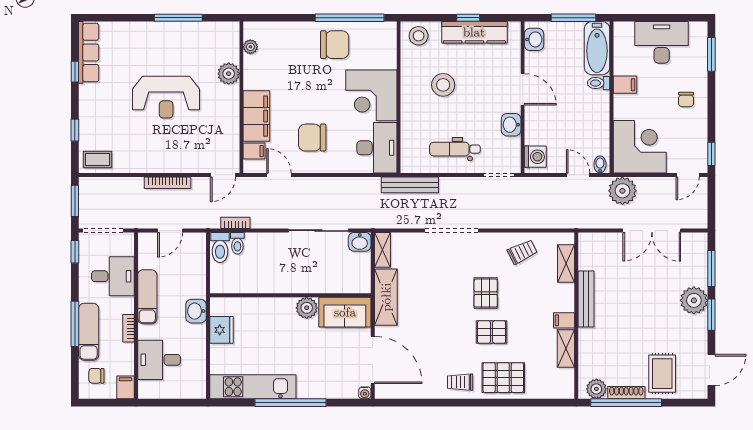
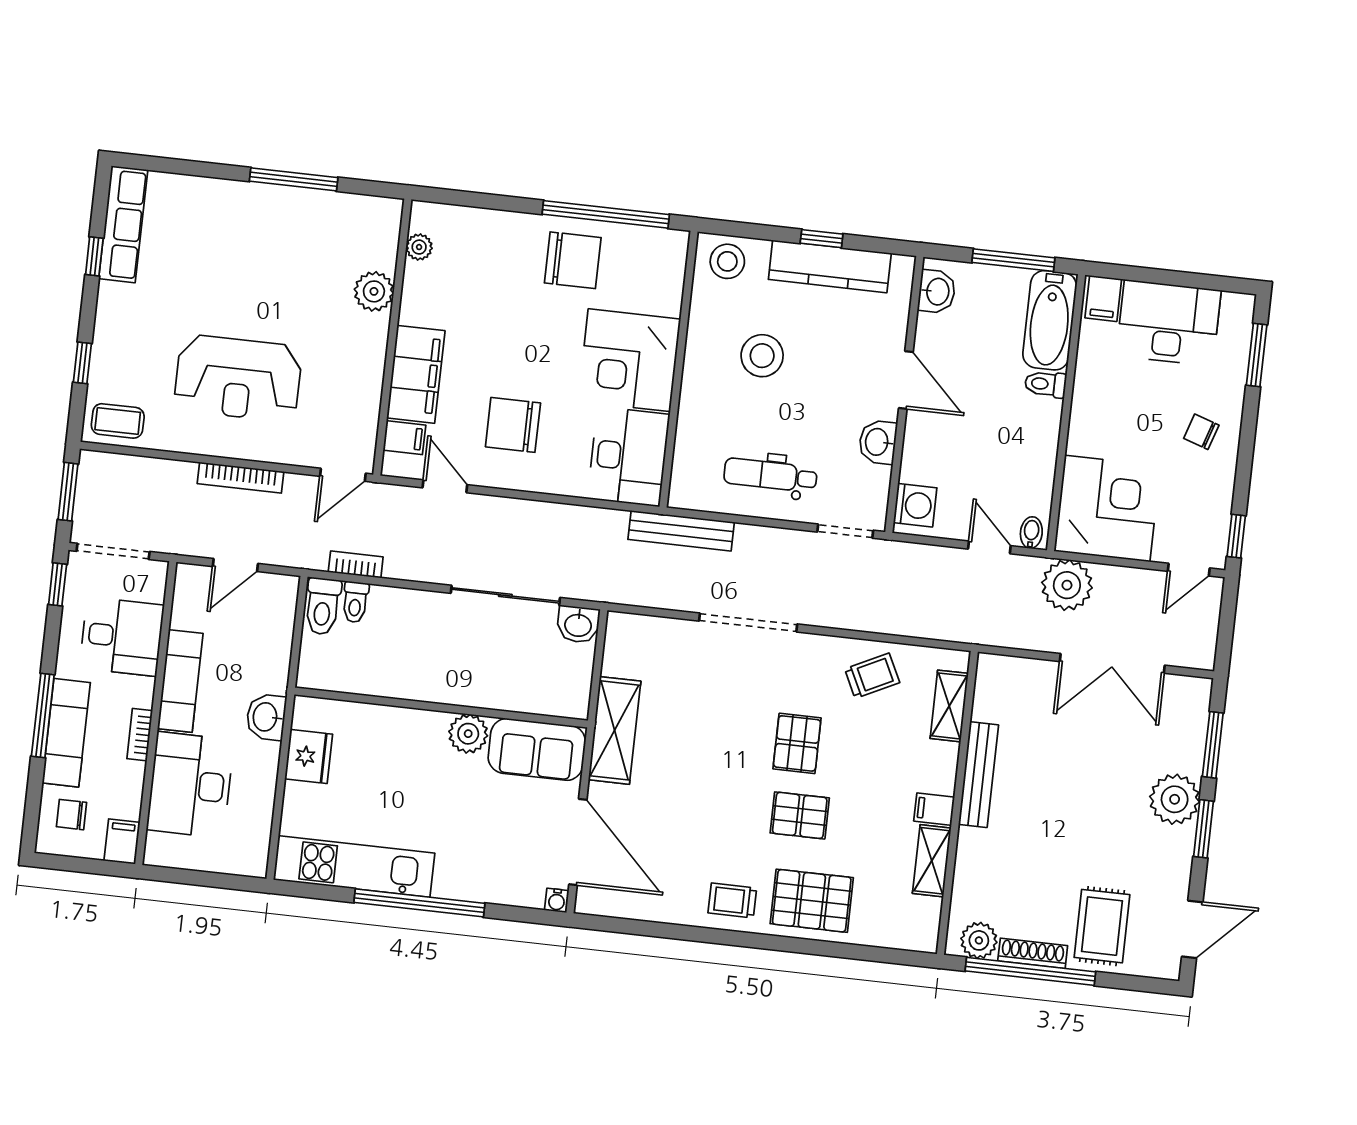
filing cabinet: (625, 85) -> (1103, 299), moved, turned 90
reception desk: (166, 97) -> (238, 378), moved
chair: (686, 99) -> (1201, 432), turned 108
shelving: (382, 250) -> (618, 644), removed
desk: (159, 360) -> (190, 785), width x1.37

